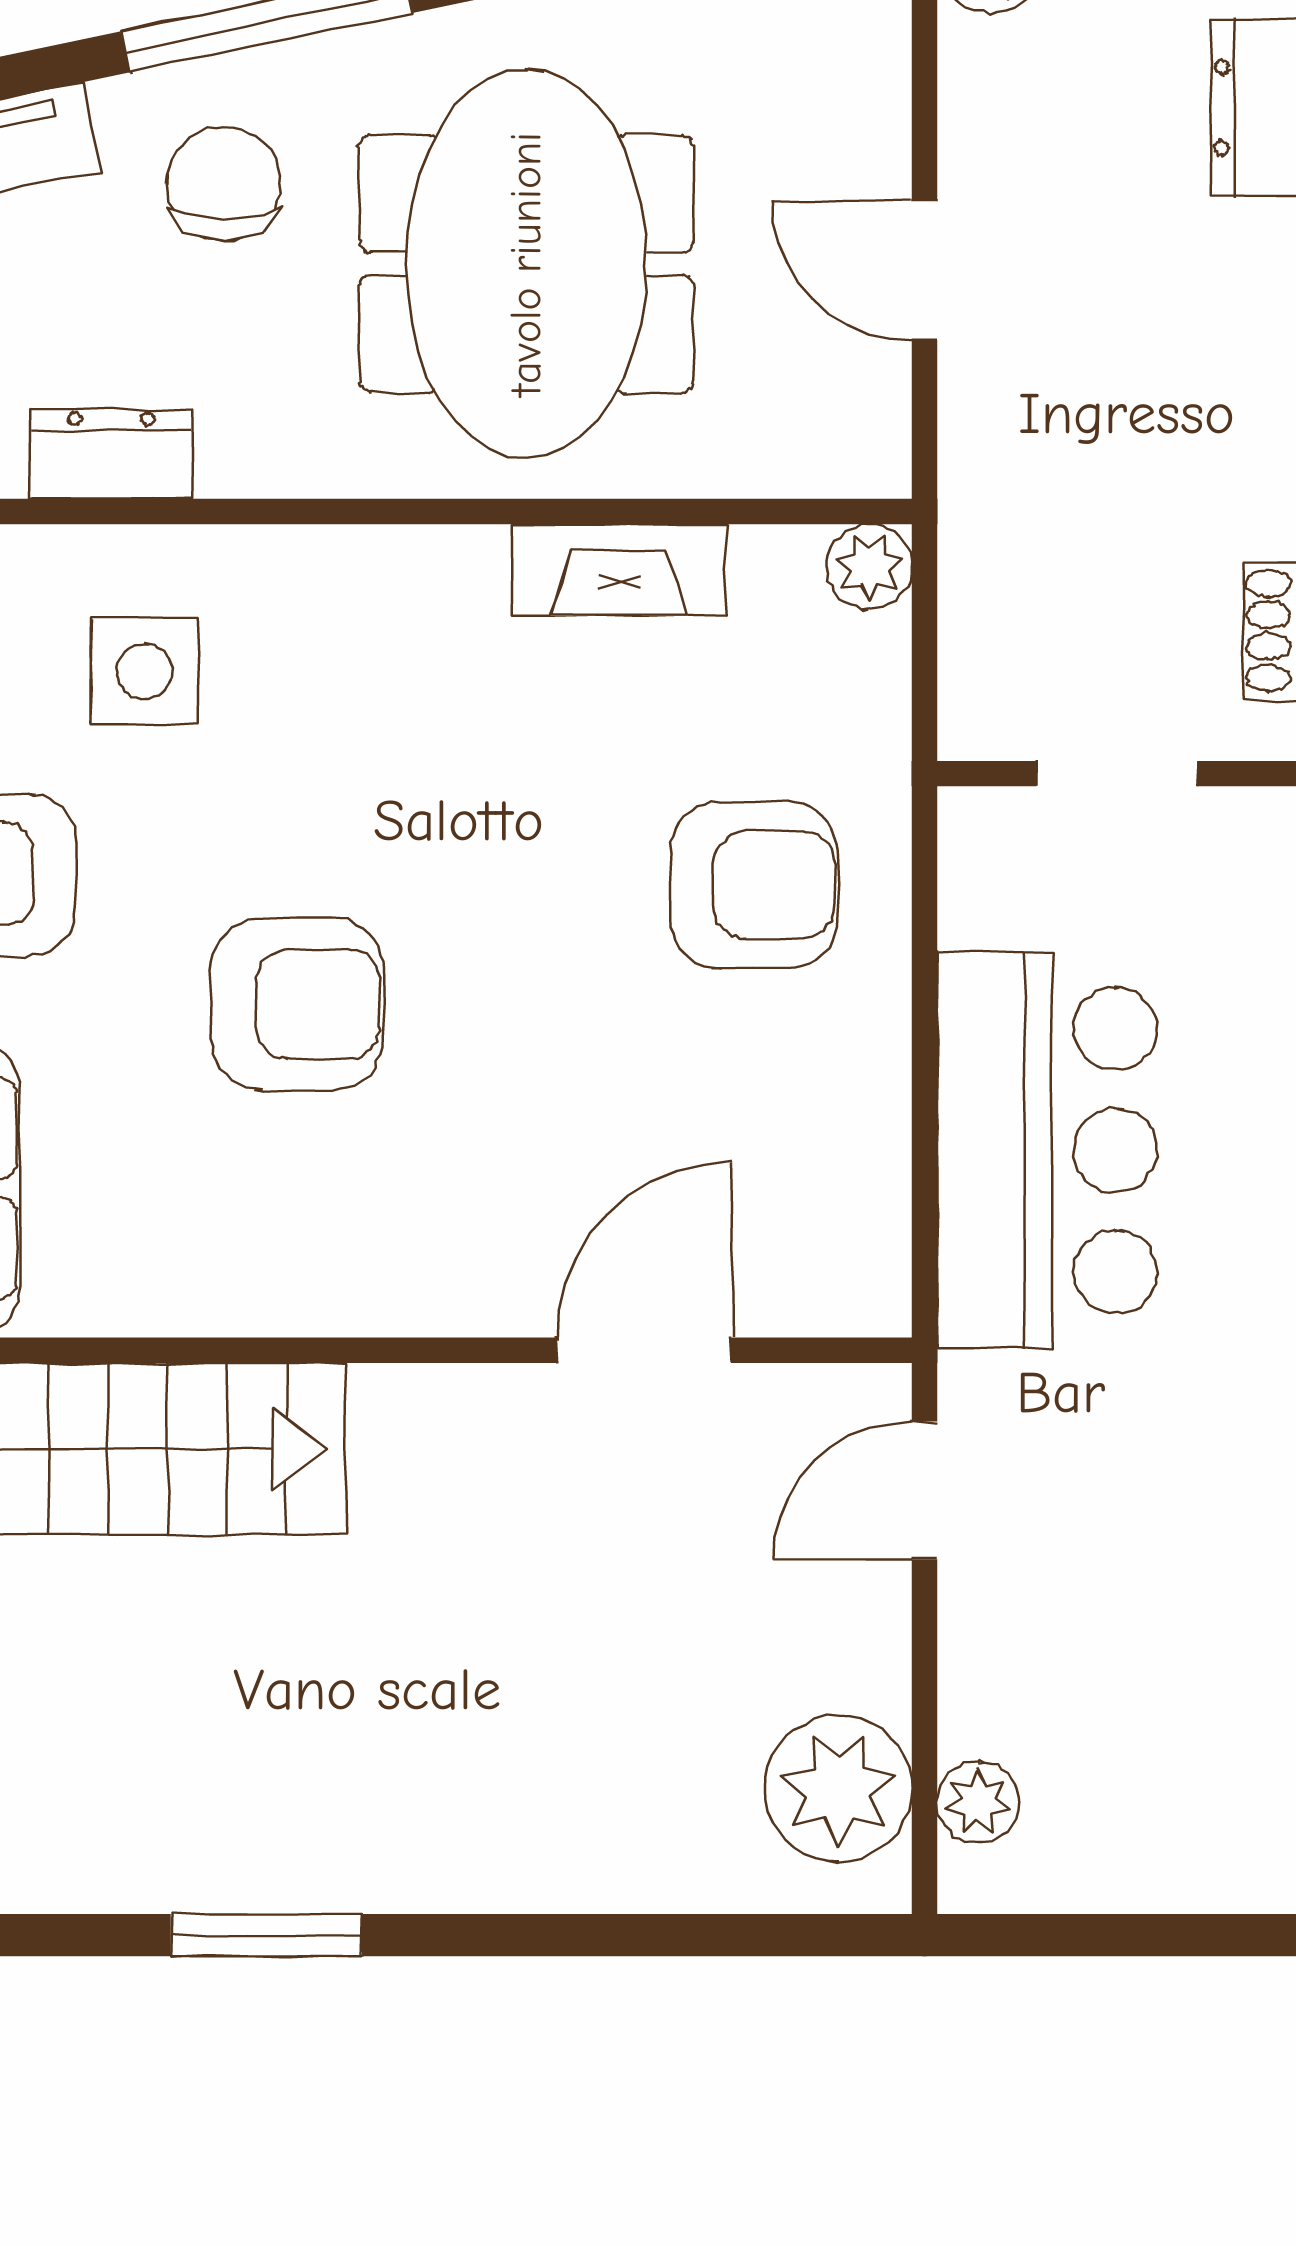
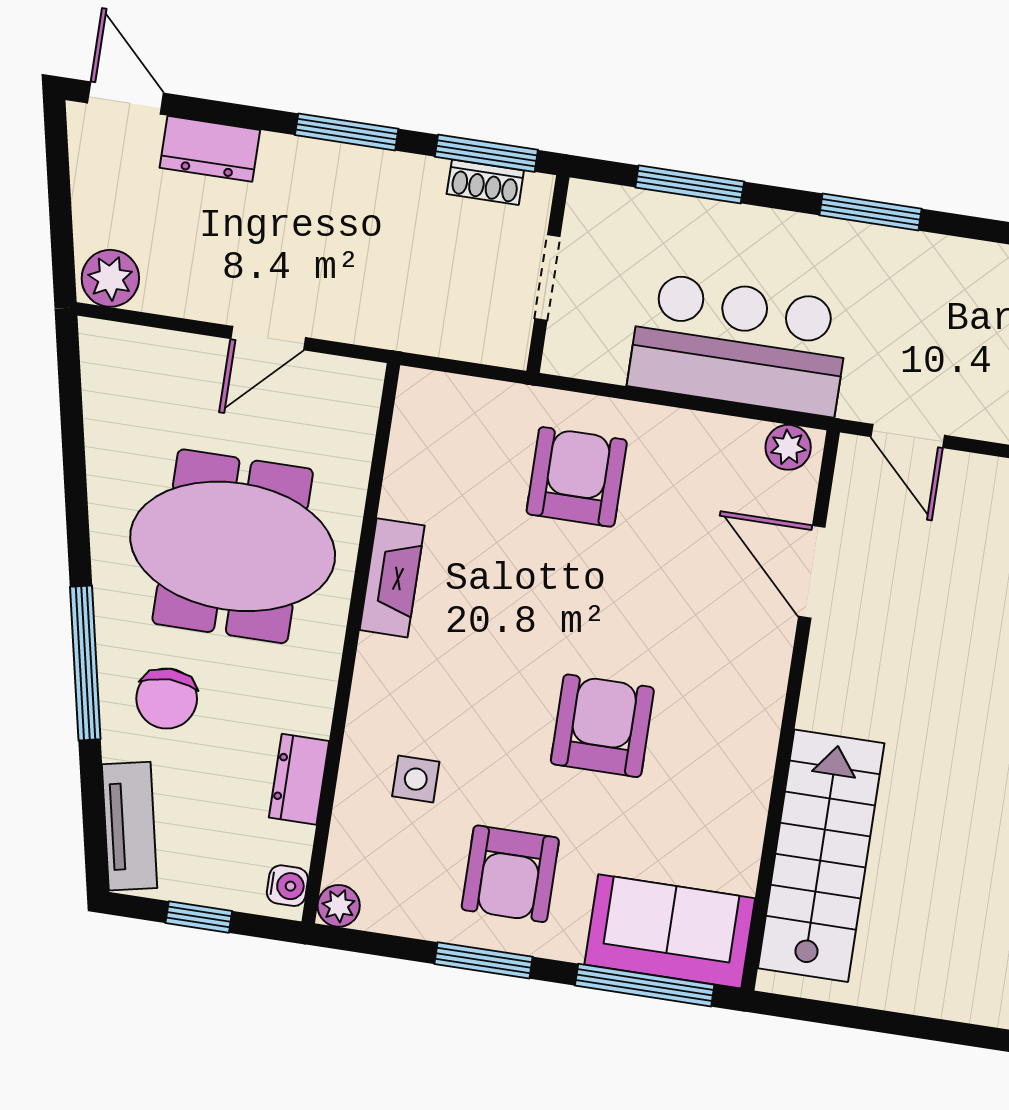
chair: (224, 184) -> (167, 698), turned -90
plant: (869, 567) -> (788, 447), moved
fireplace: (619, 570) -> (392, 578), moved
side table: (145, 671) -> (416, 779), width x0.73, depth x0.73

